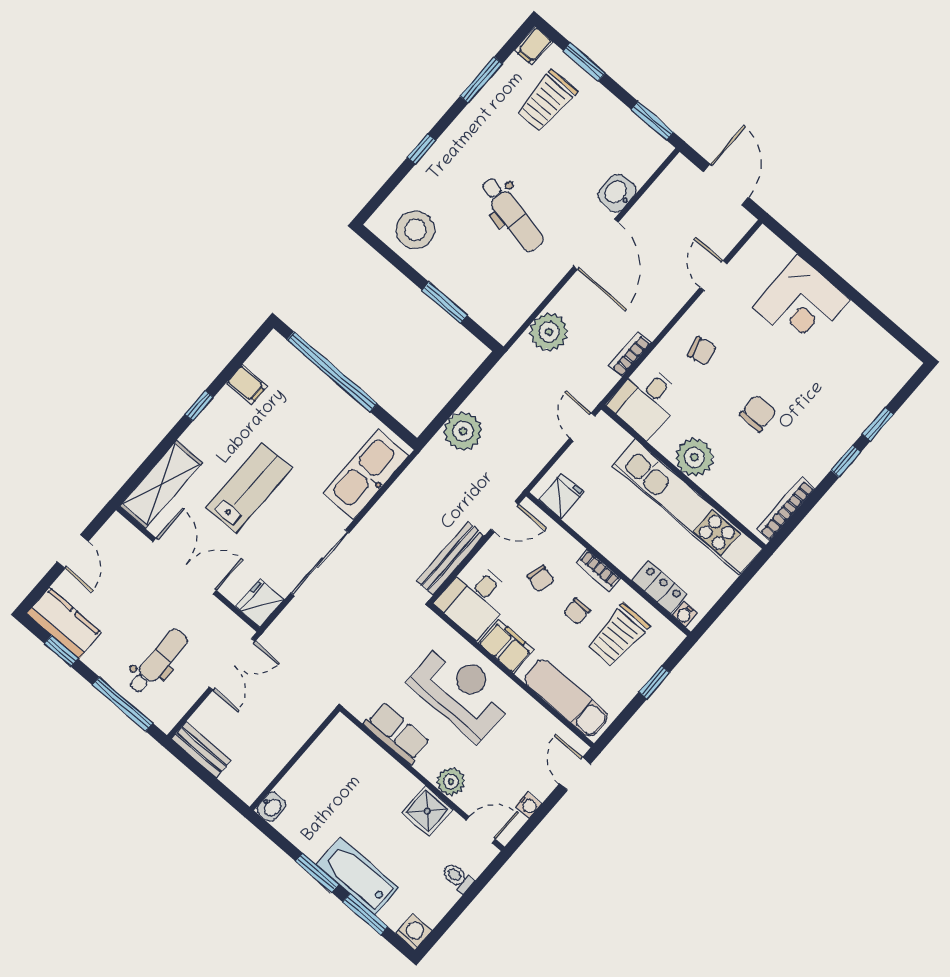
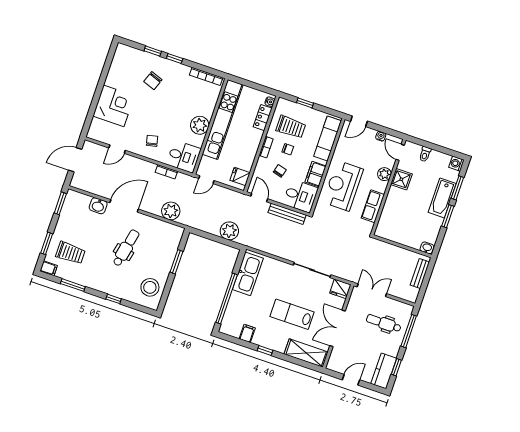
chair: (758, 413) -> (153, 81), moved, turned -70
kitchen sink: (366, 474) -> (248, 274), moved, turned -90
bench: (201, 750) -> (420, 273), moved

